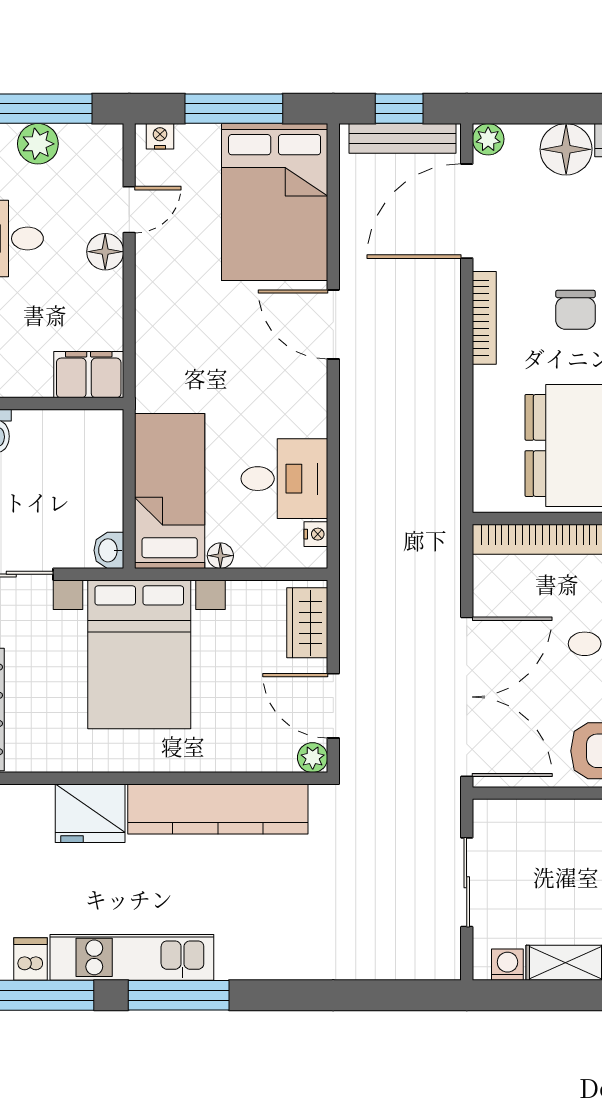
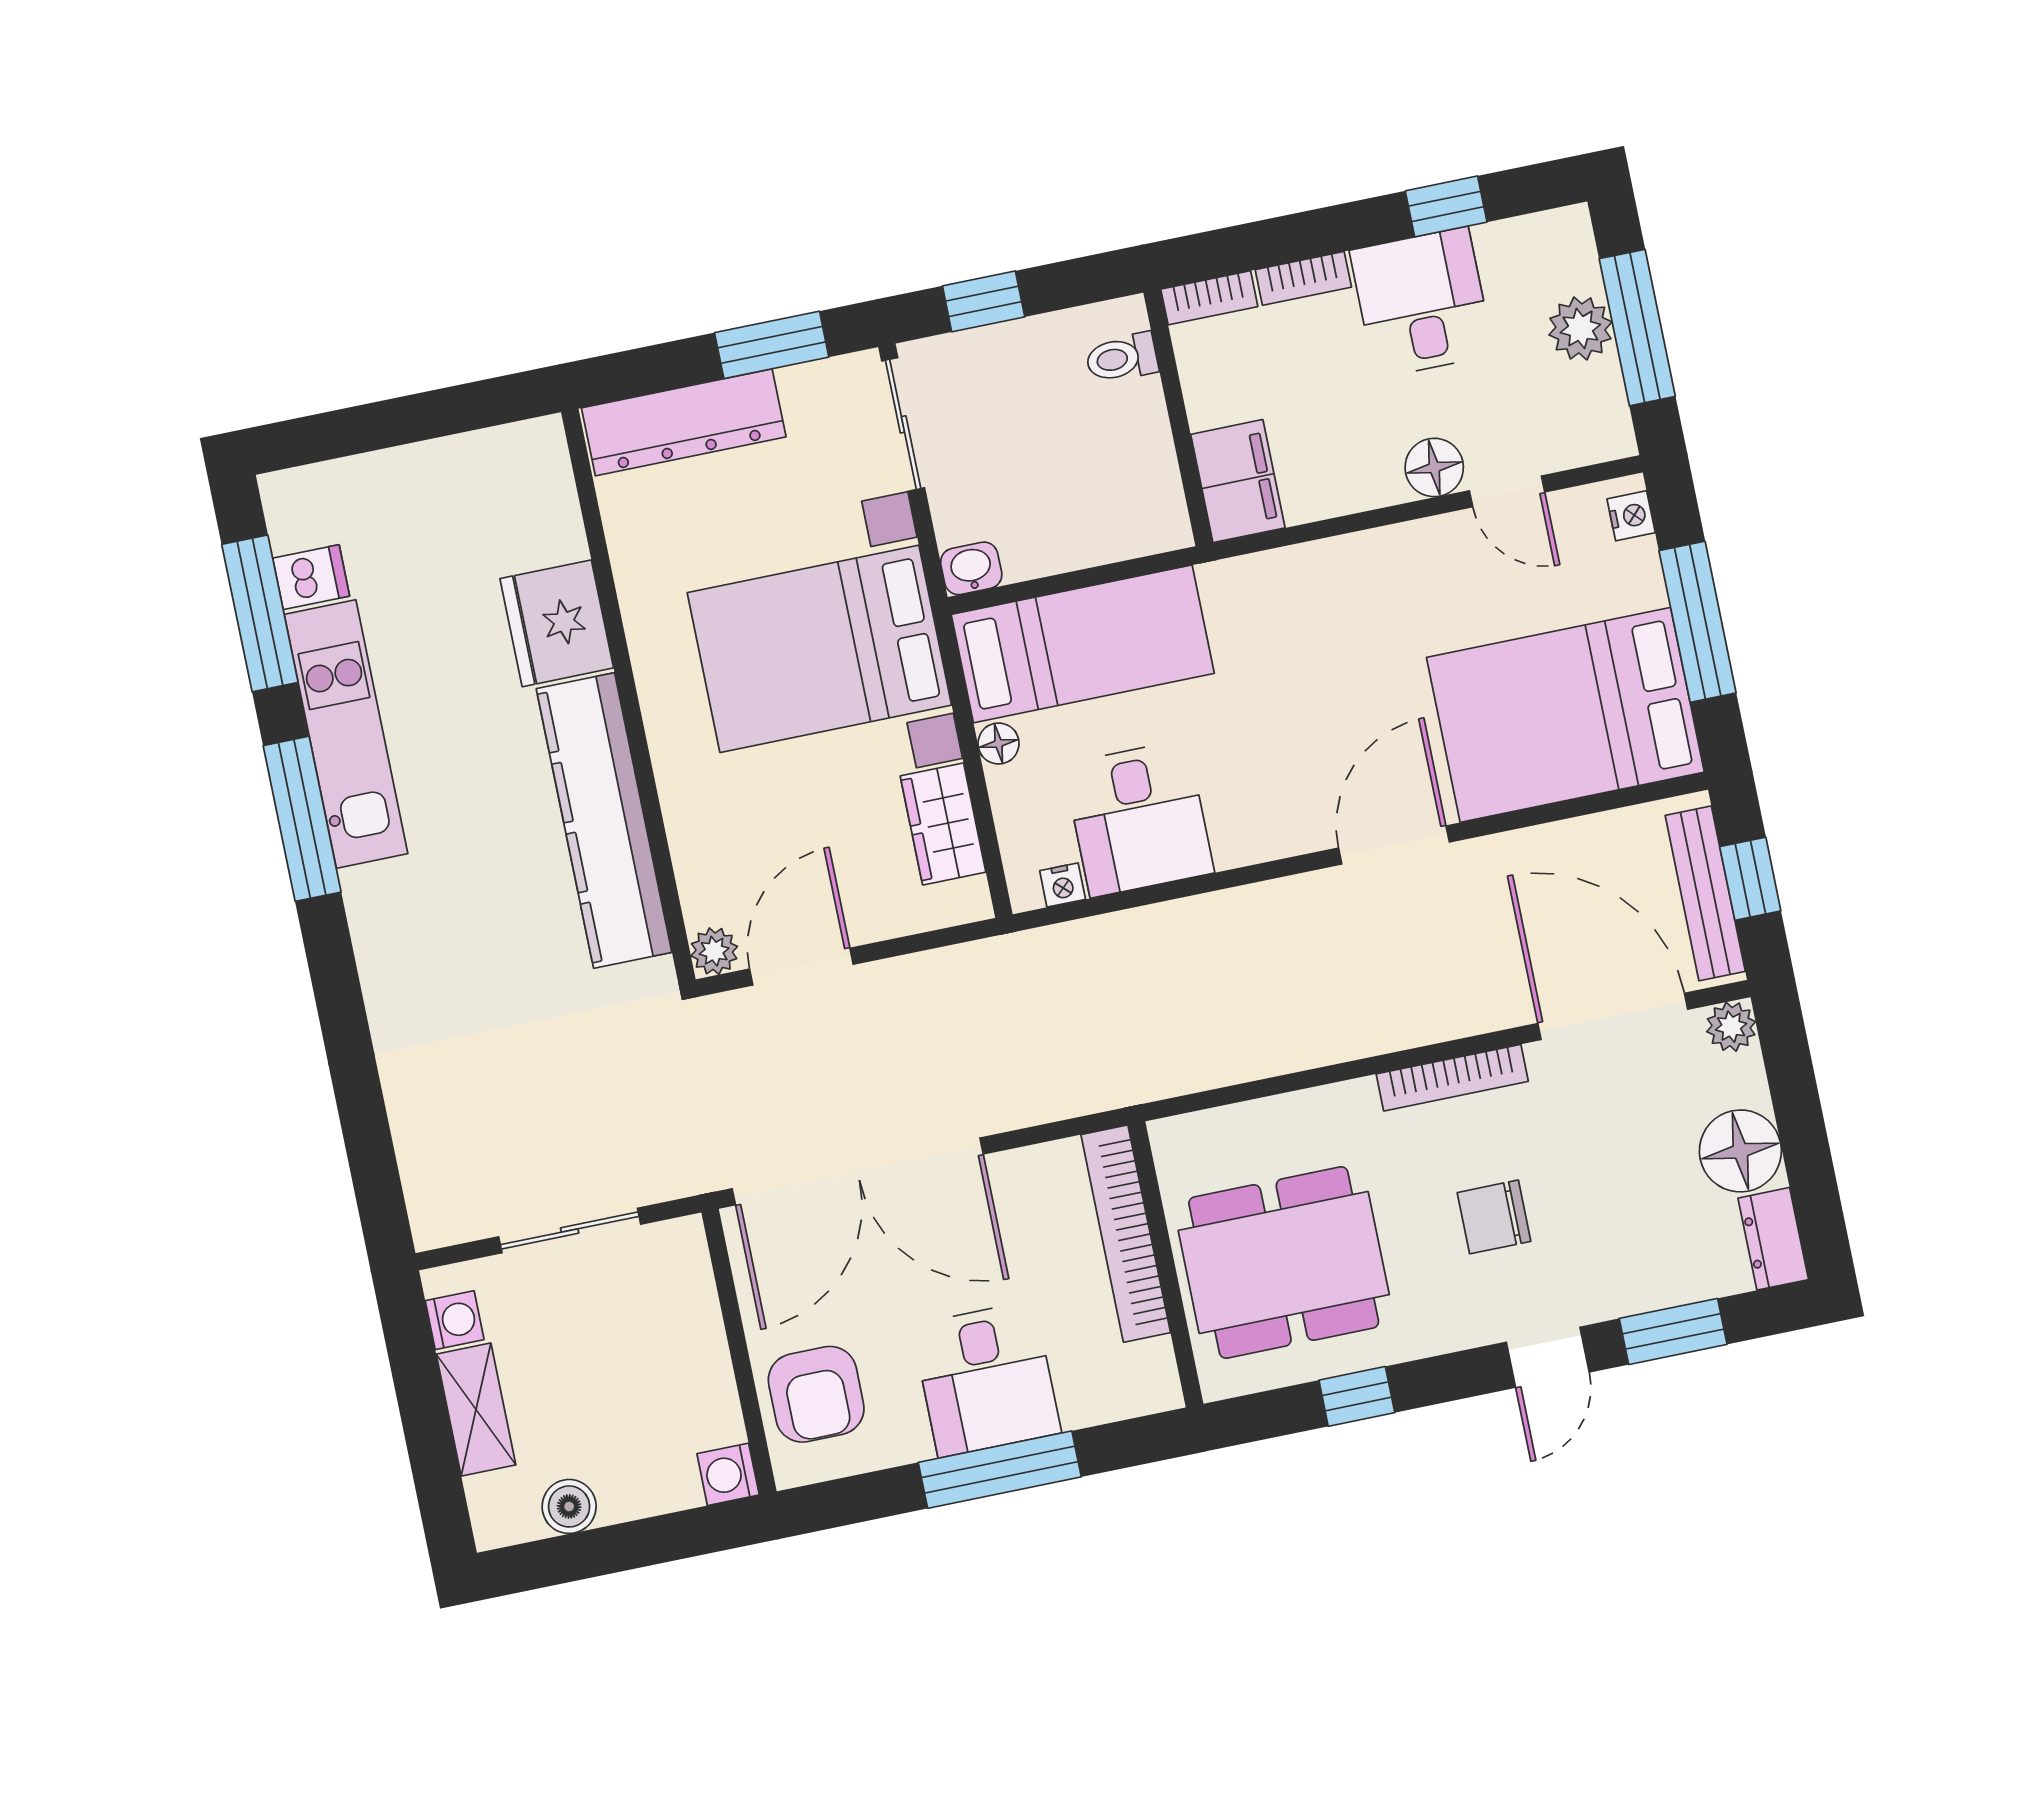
wardrobe: (307, 623) -> (943, 824), moved, turned -90

